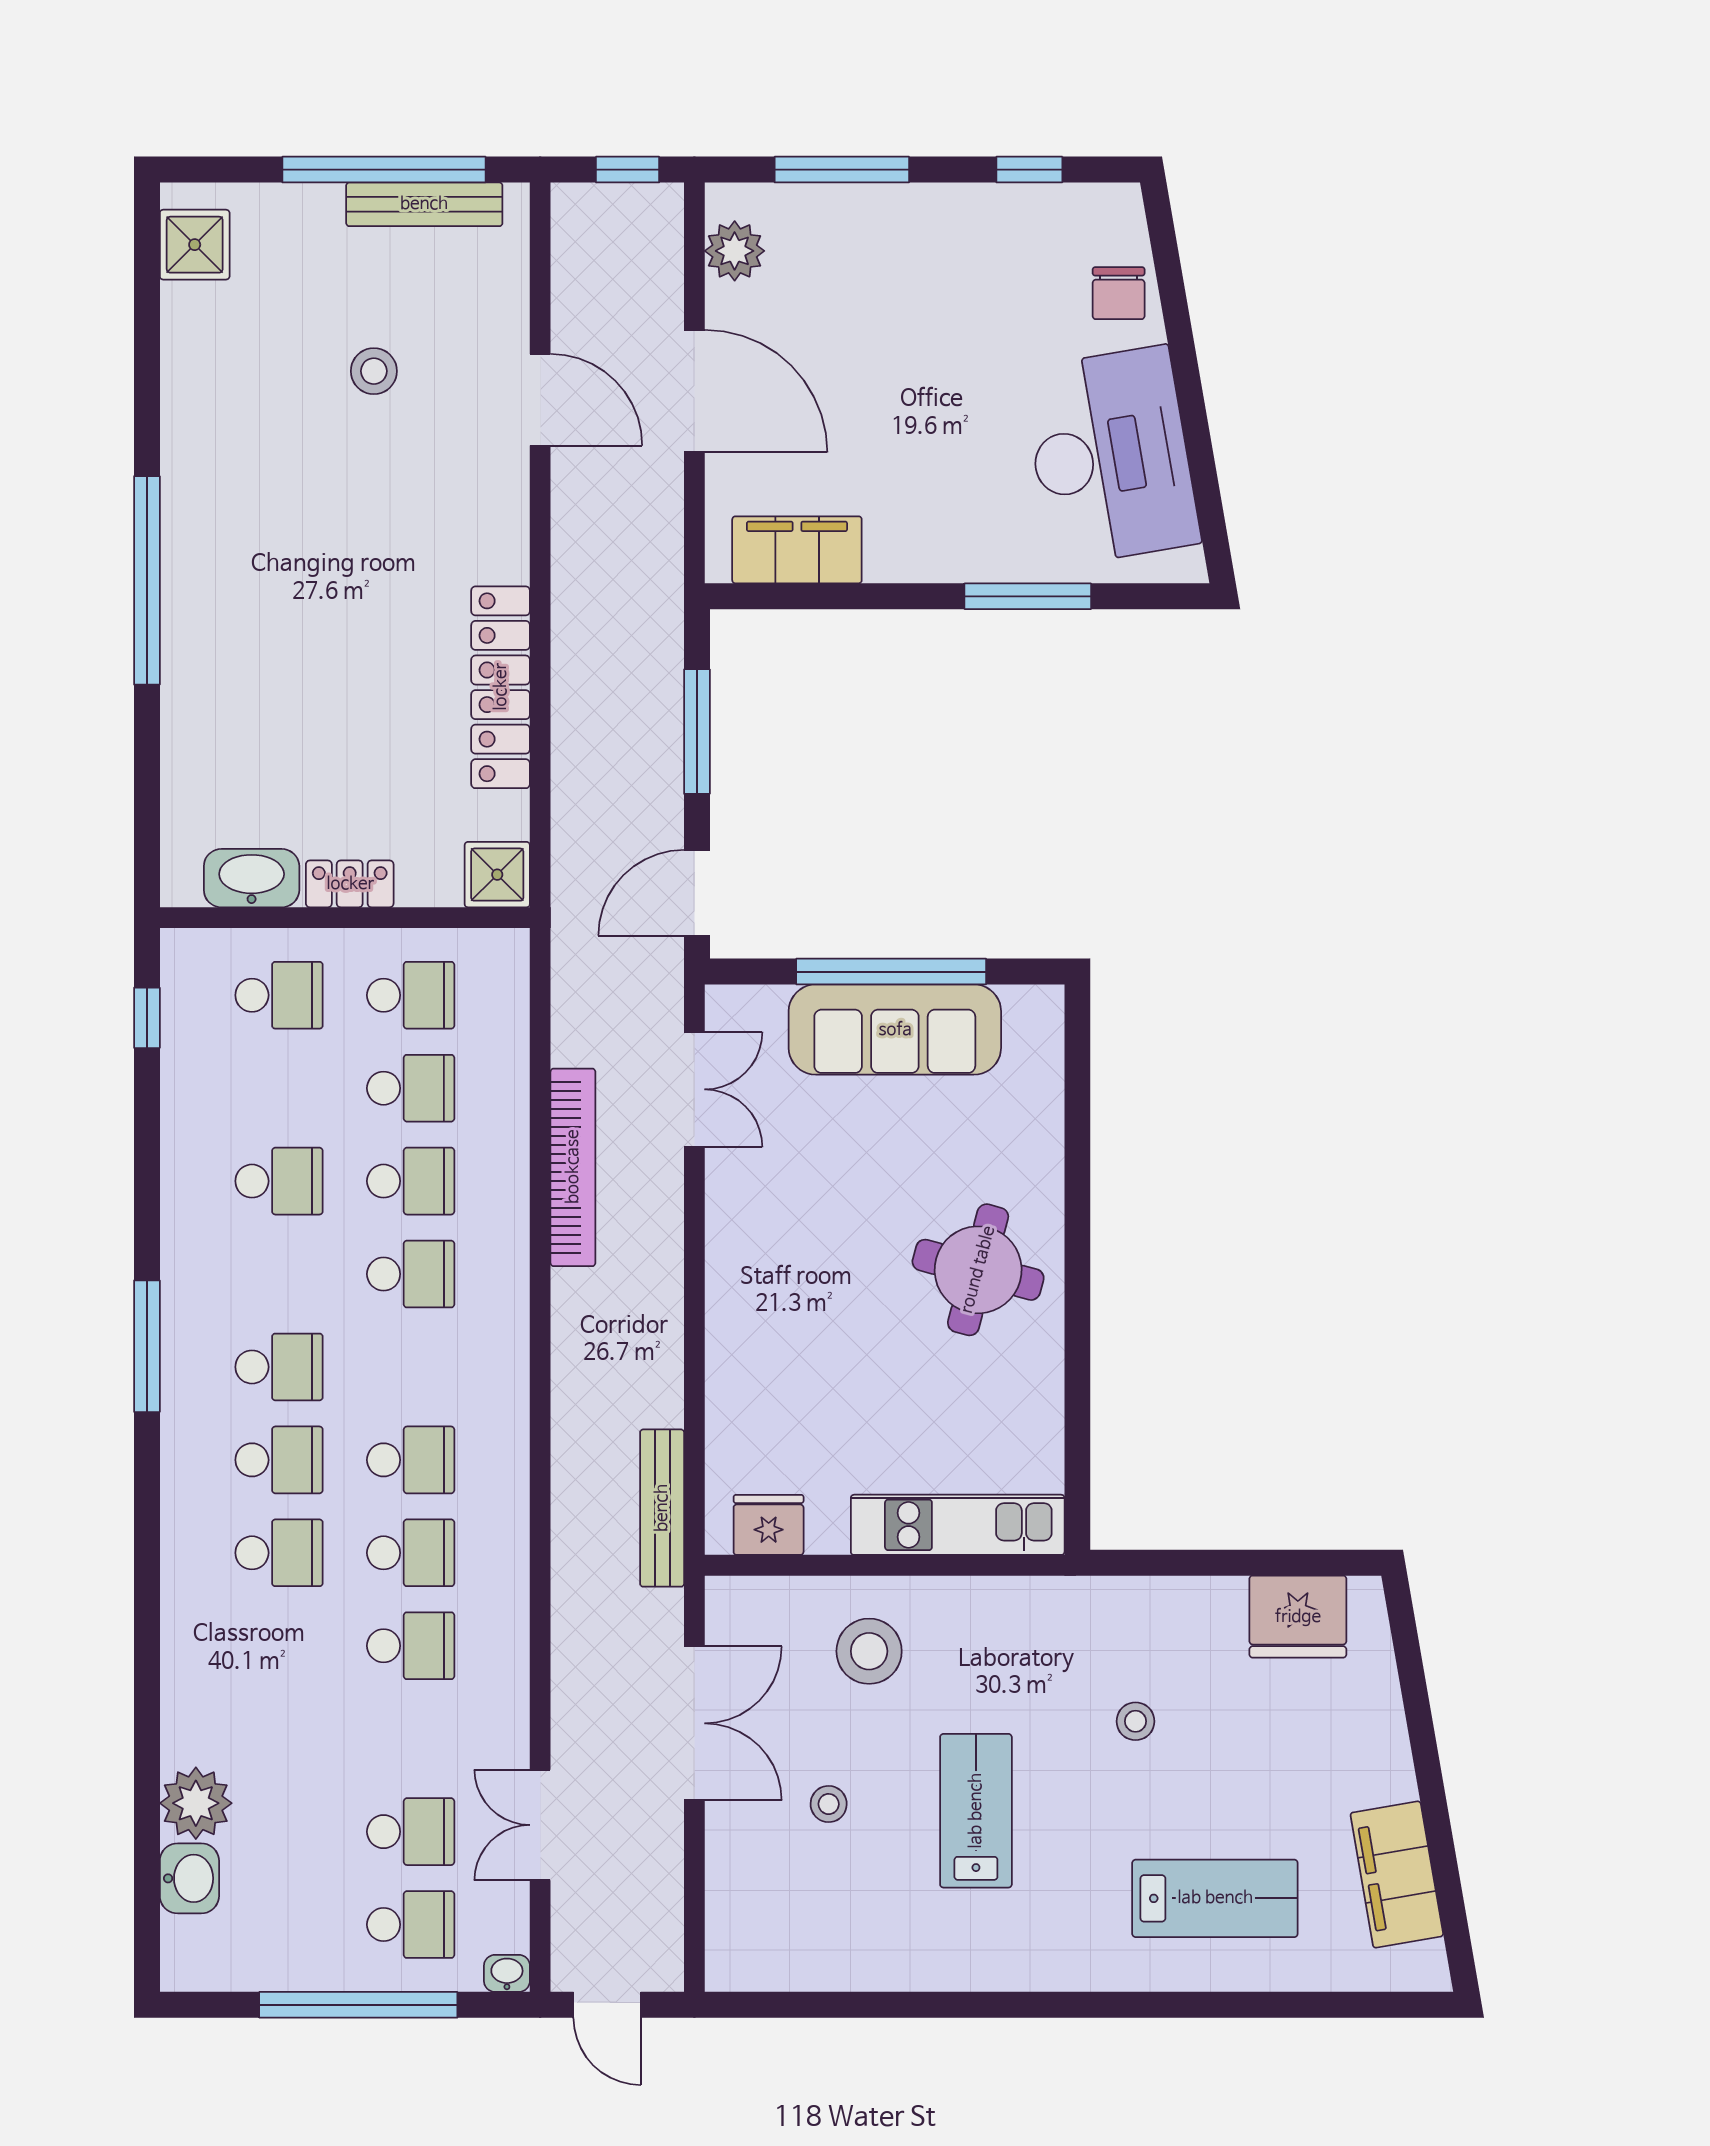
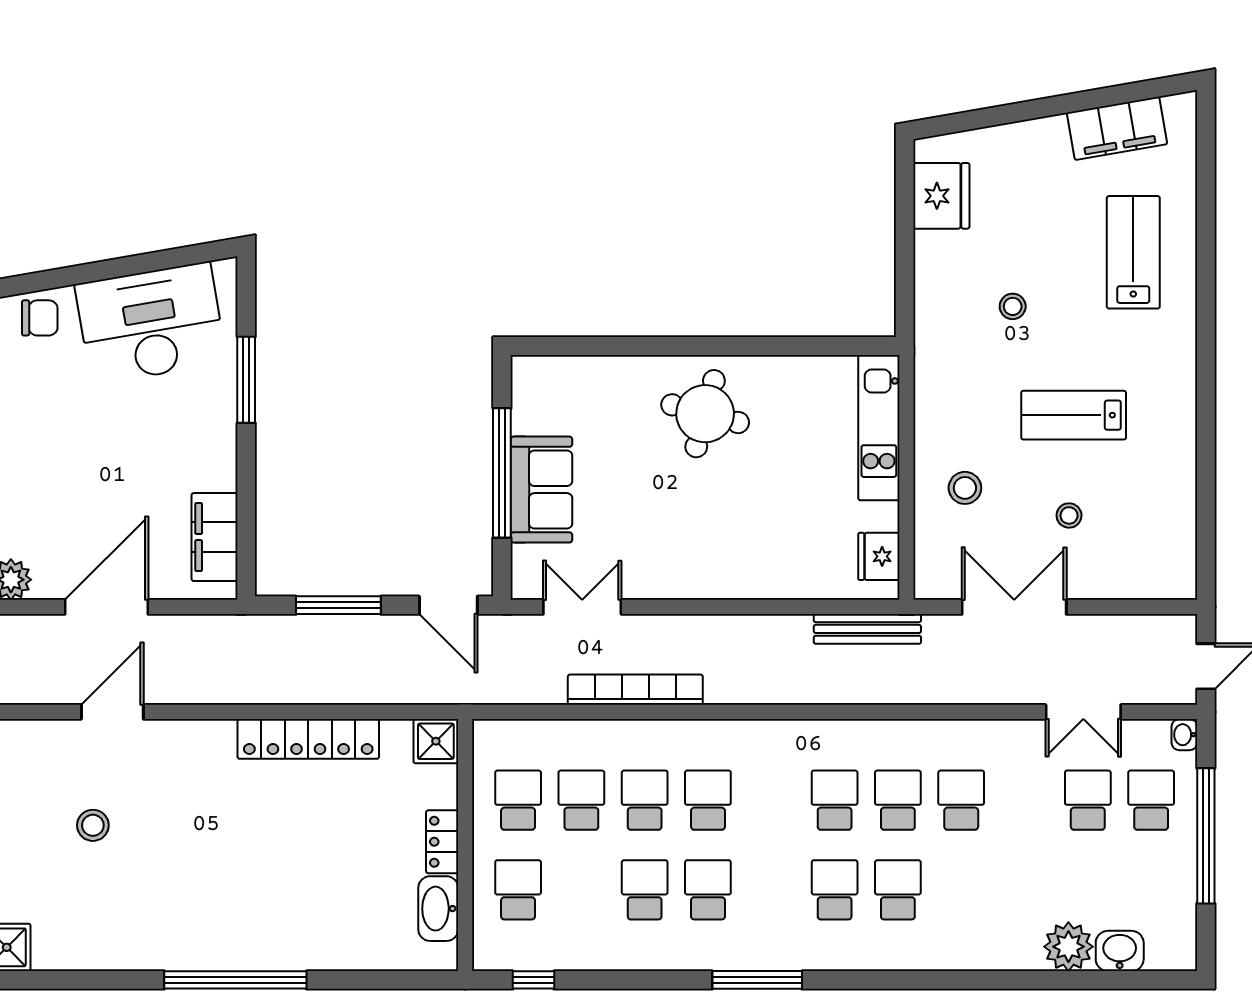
sofa: (895, 1030) -> (541, 490), width x0.73
school desk: (279, 1367) -> (708, 890), moved
stool: (869, 1651) -> (965, 488), width x0.73, depth x0.73

